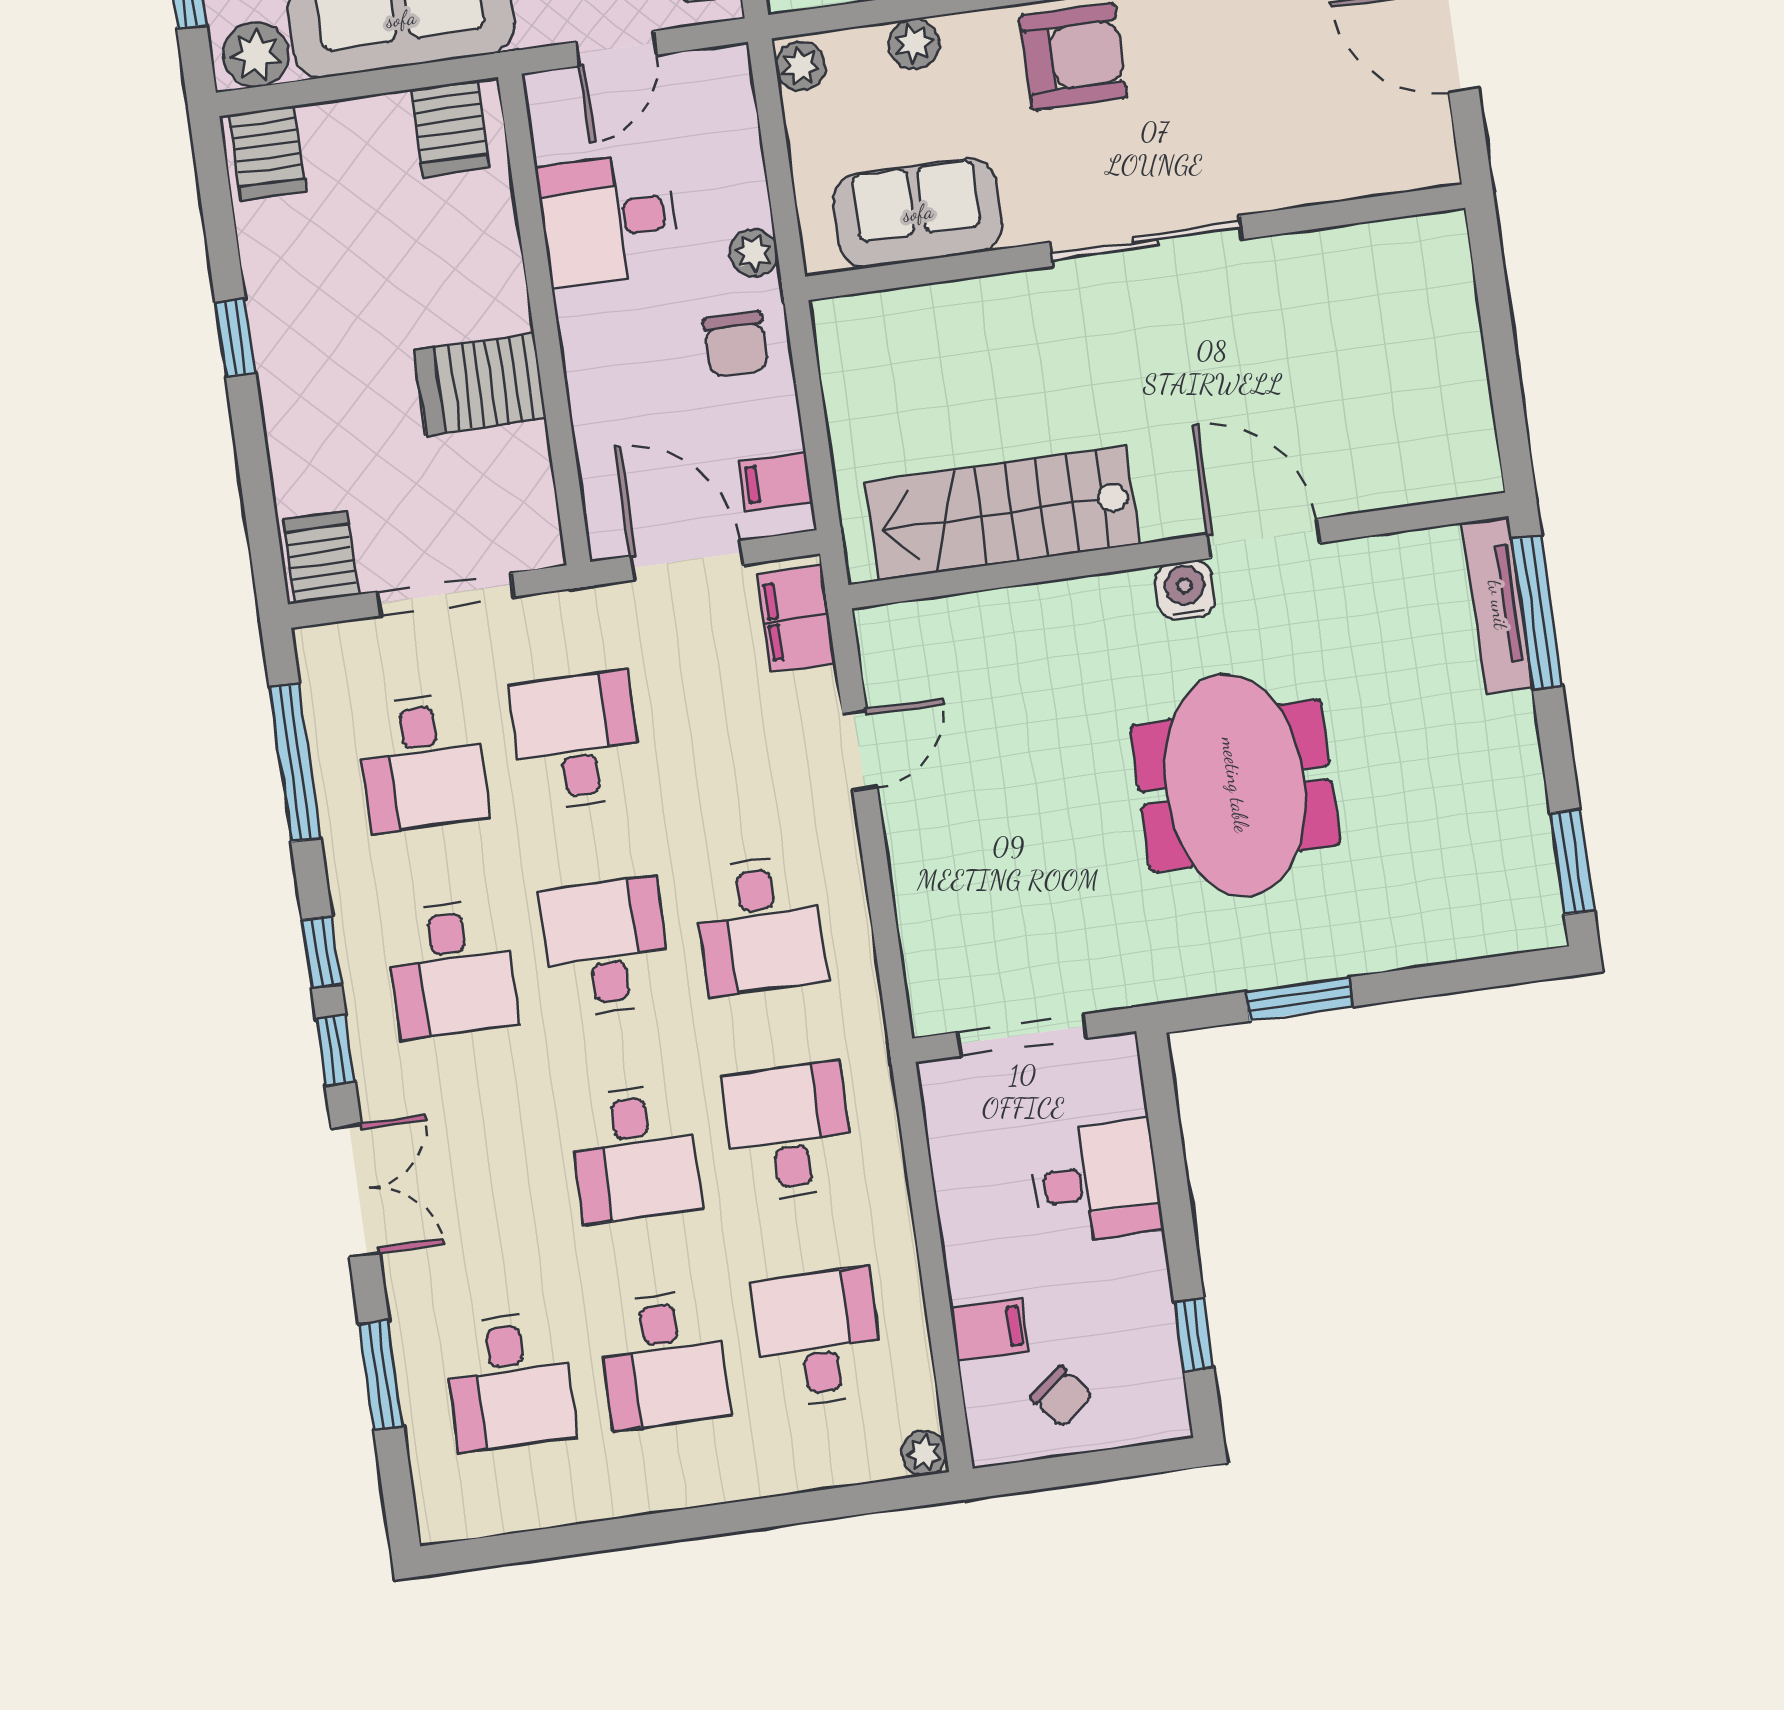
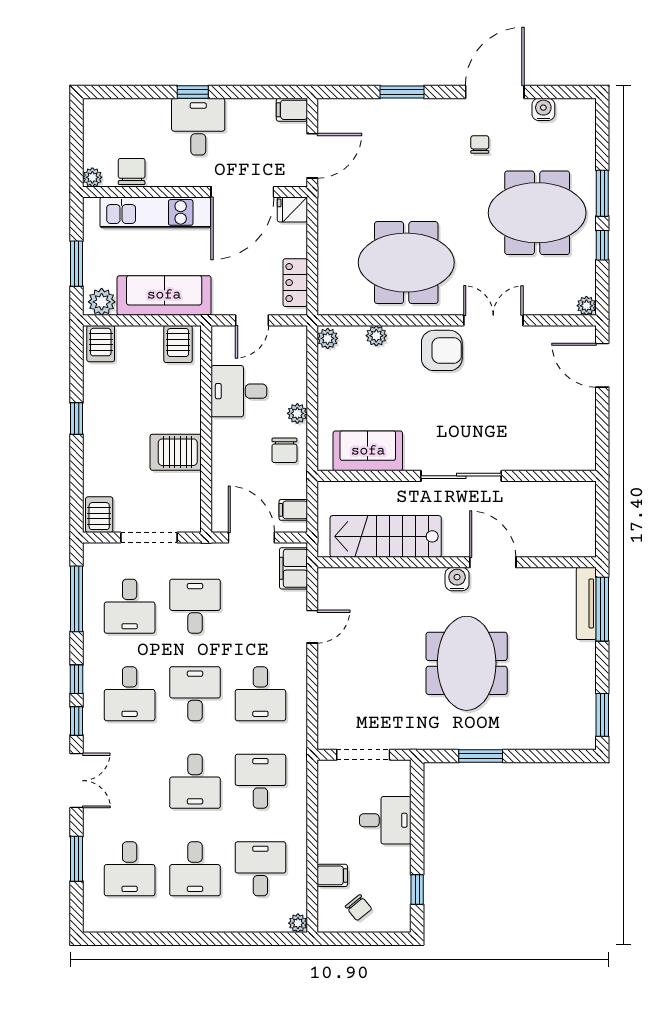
sofa: (918, 213) -> (368, 451), moved
sliding door: (1146, 241) -> (461, 476), moved
wall: (1135, 242) -> (457, 476), moved

